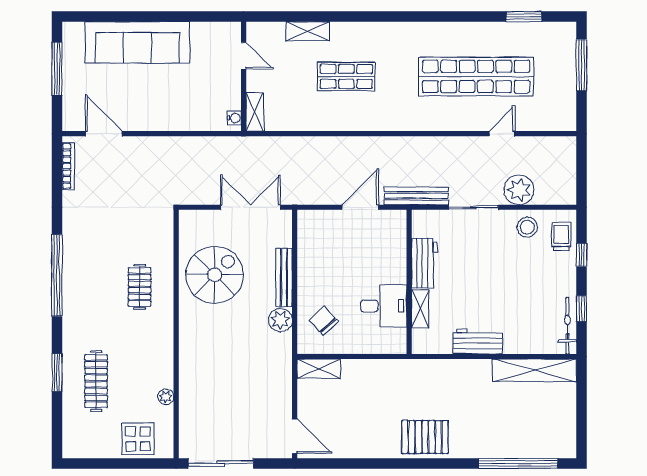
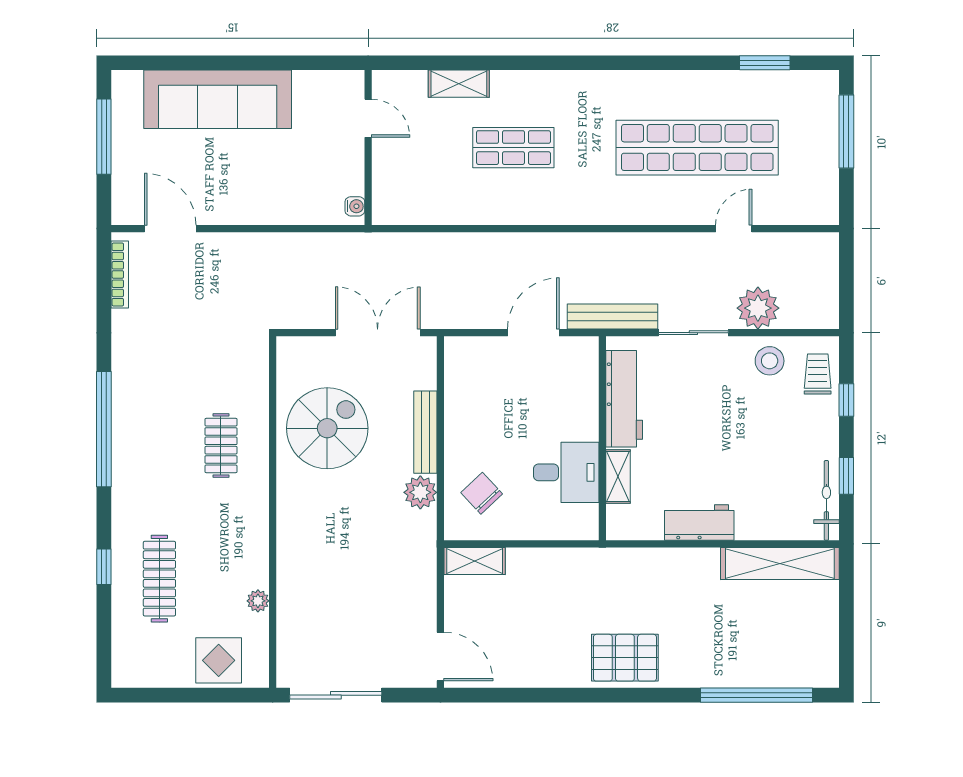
shelving: (255, 112) -> (384, 198), removed
workbench: (424, 263) -> (624, 399), width x1.37
window: (57, 373) -> (104, 567), width x0.67

